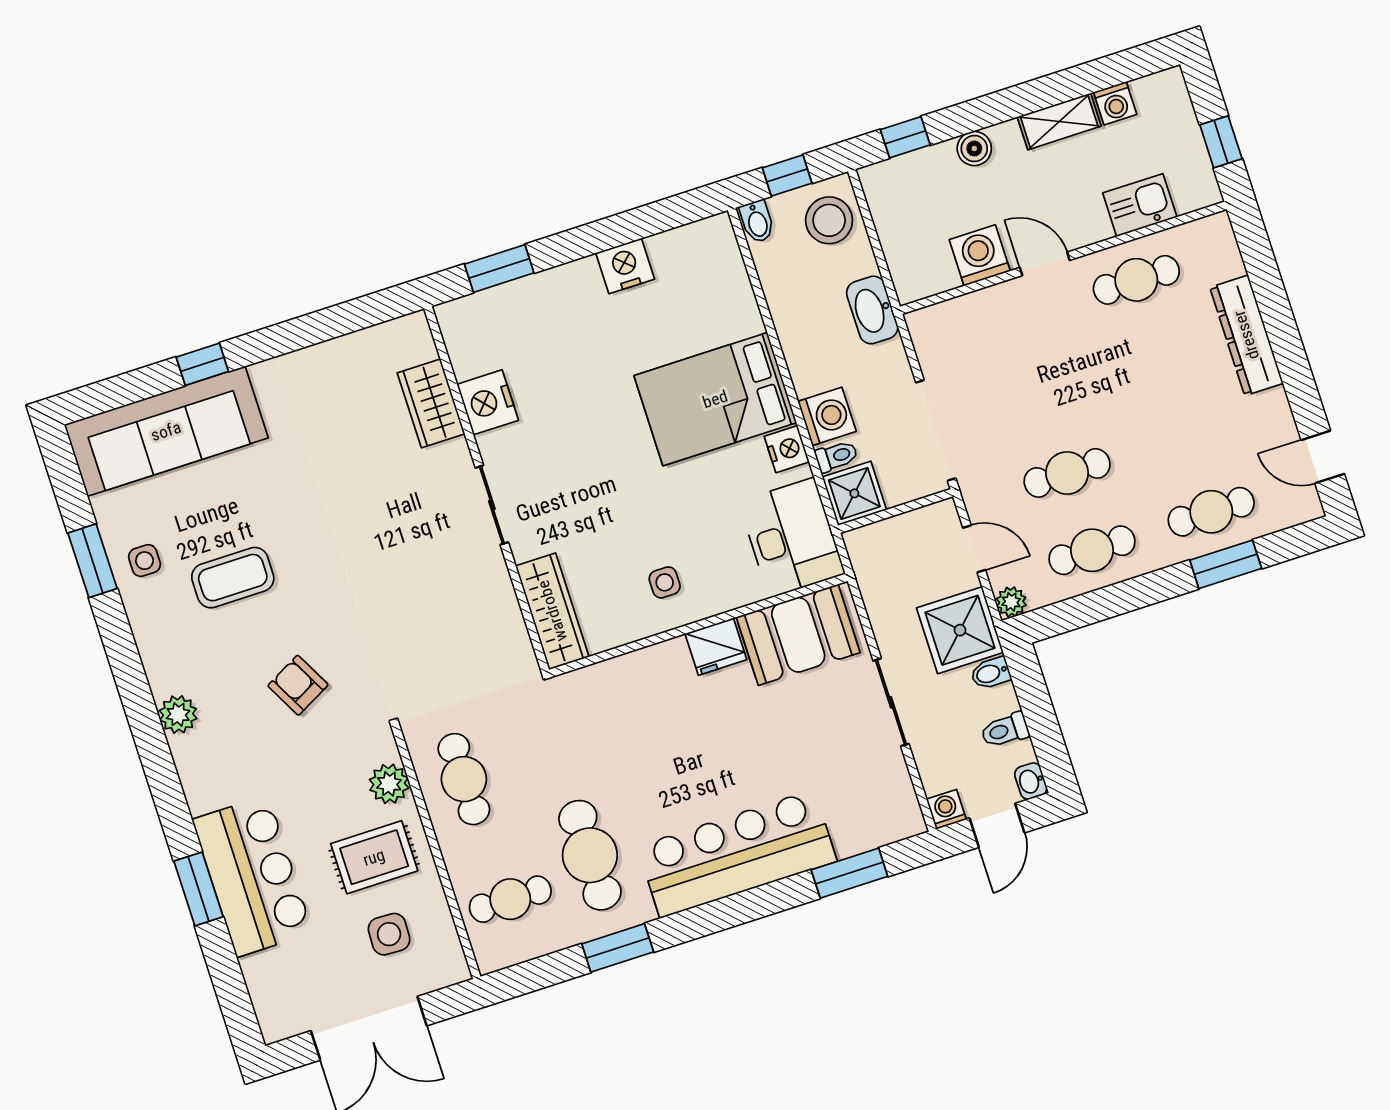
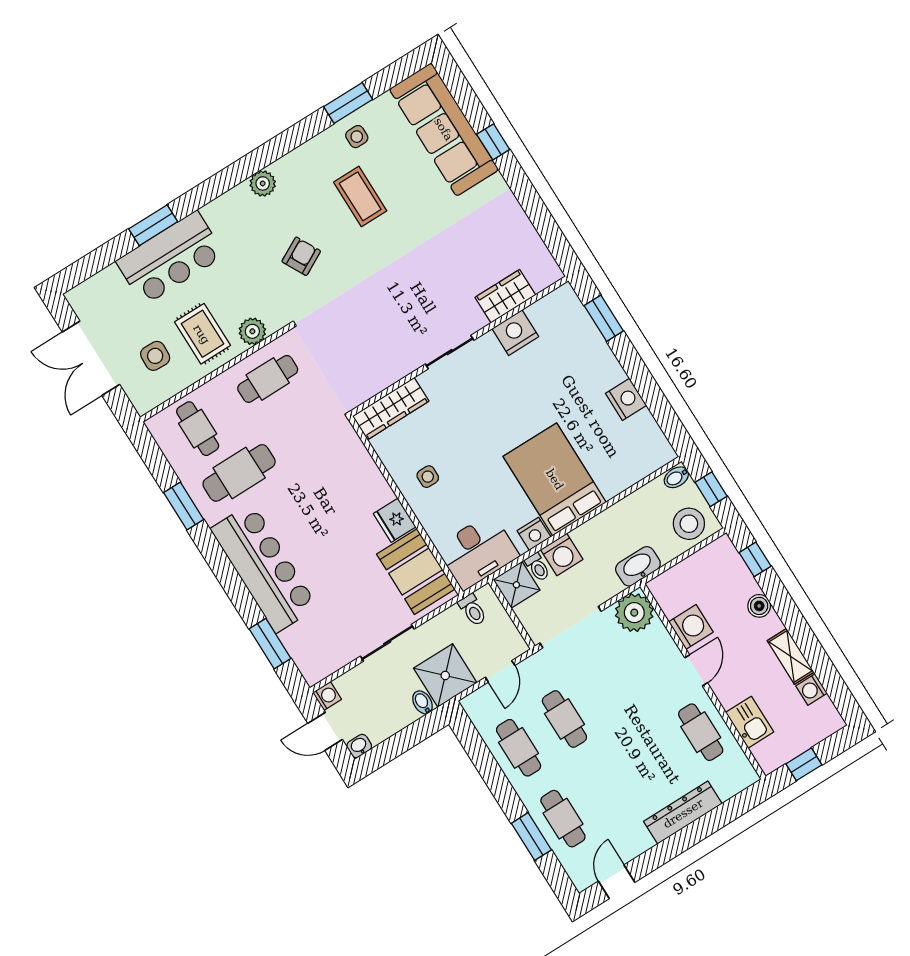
plant: (1011, 602) -> (634, 613), moved, width x1.88, depth x1.88
toilet: (1005, 730) -> (473, 610), moved, turned 180

